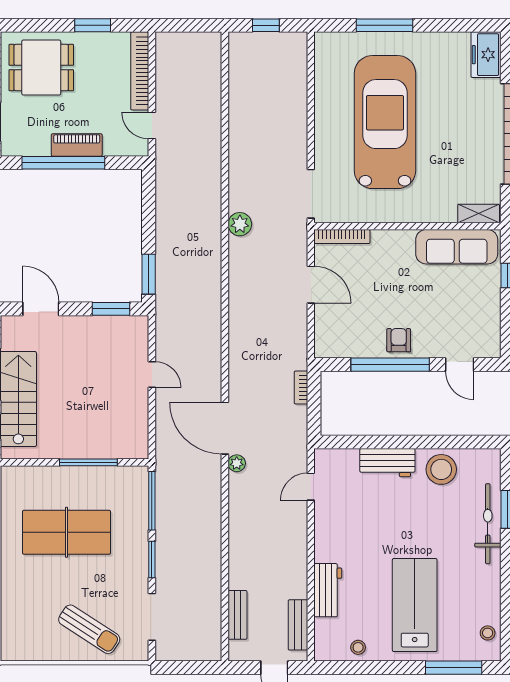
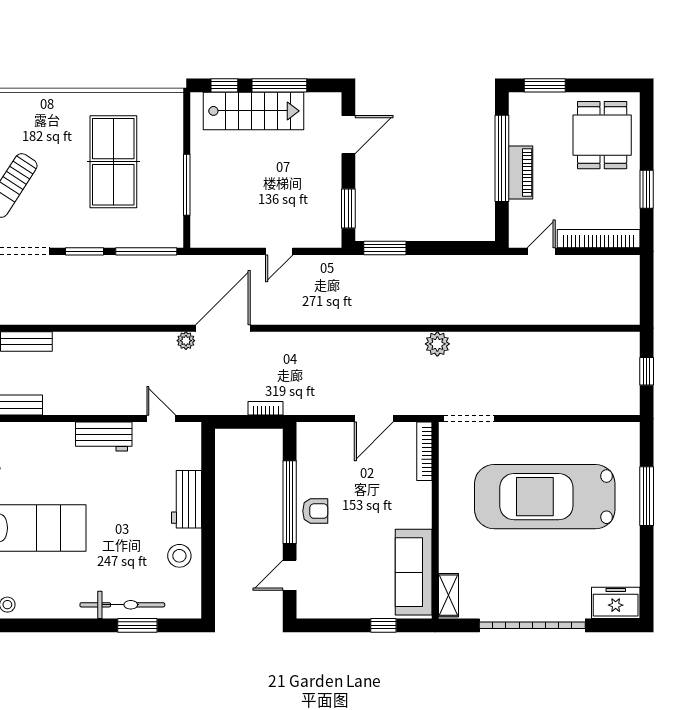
car: (385, 122) -> (545, 497), turned 180
stool: (441, 469) -> (179, 556), width x0.73, depth x0.73
workbench: (328, 590) -> (104, 436), moved

